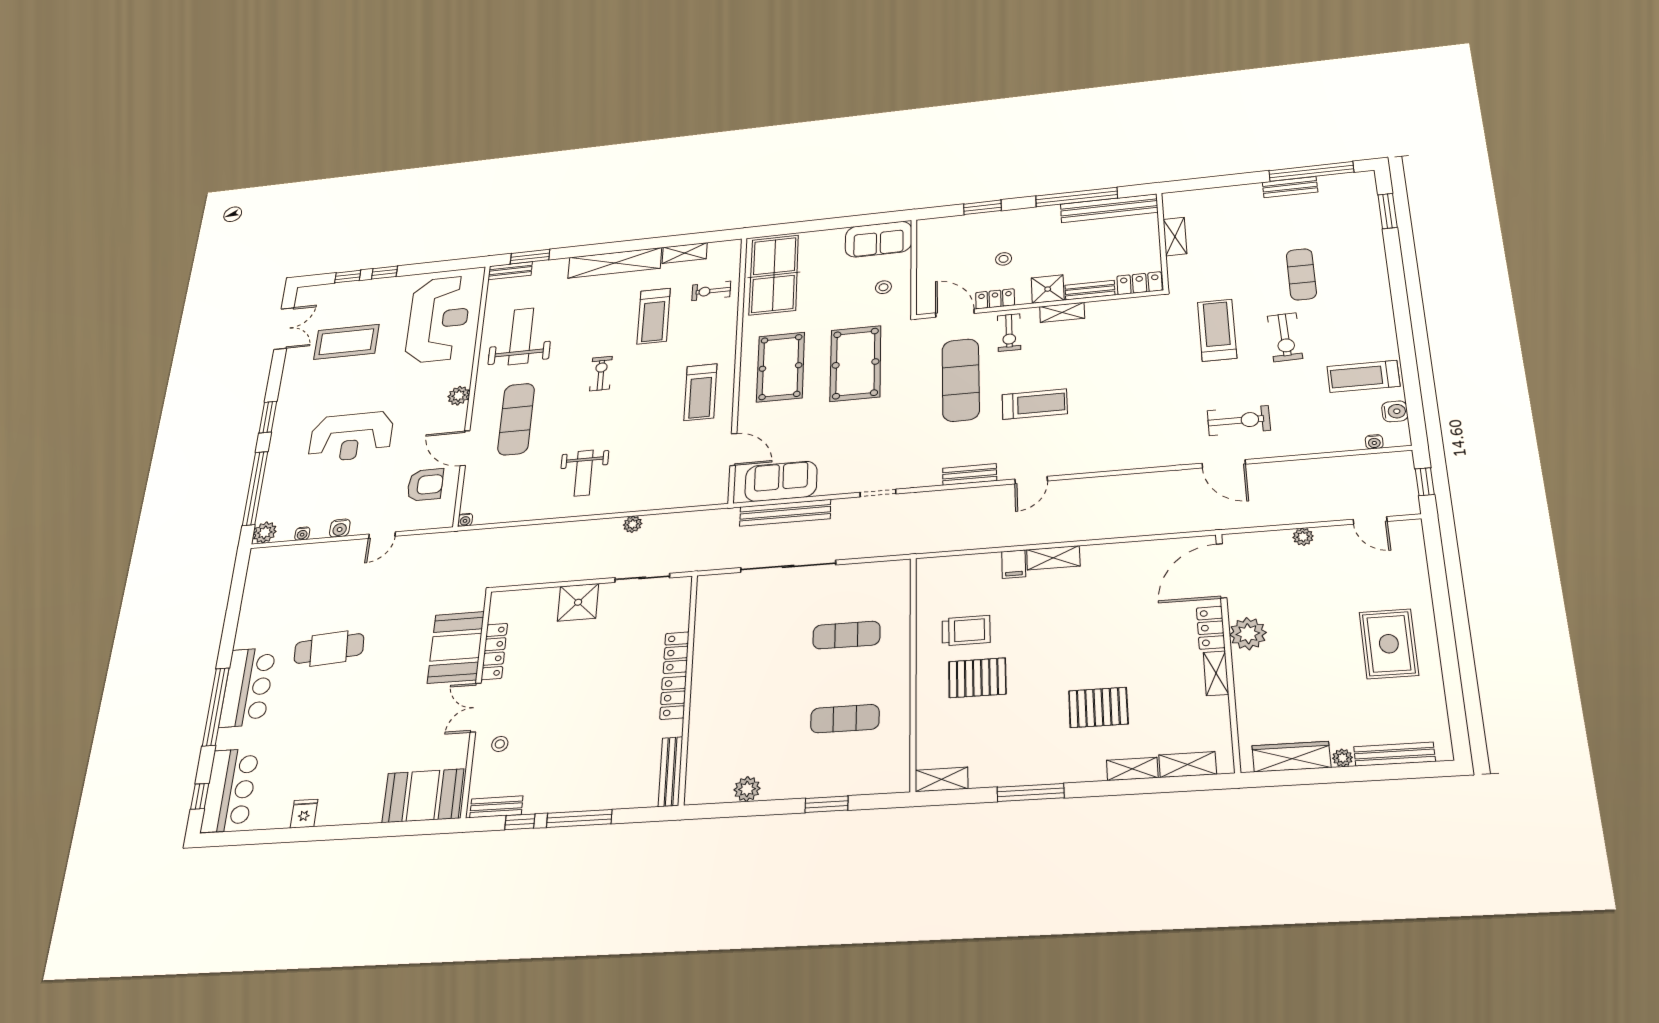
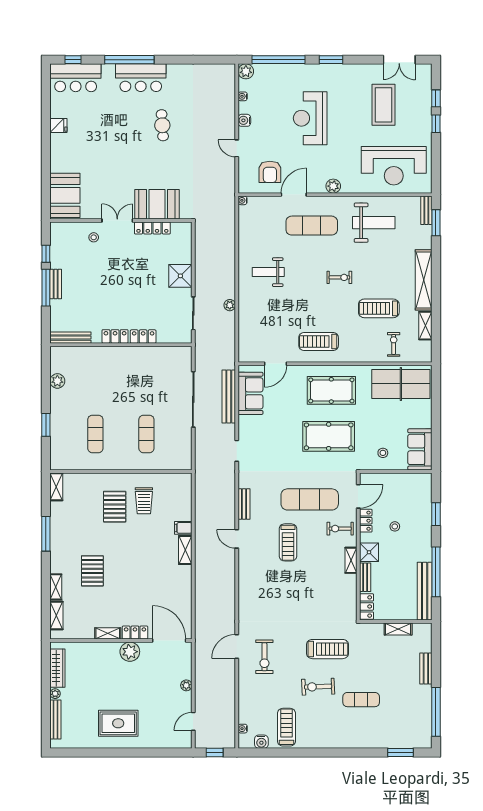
bench: (1290, 187) -> (426, 669), moved
cafe table: (329, 649) -> (162, 125), width x0.73, depth x0.74
bench: (496, 807) -> (56, 284), moved

